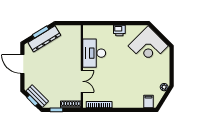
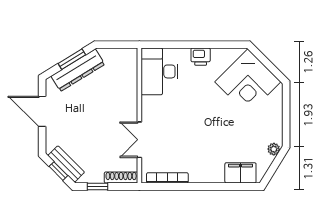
desk: (94, 53) -> (159, 71), moved
double door: (82, 81) -> (139, 140), swing flipped
filing cabinet: (149, 102) -> (240, 173), width x2.00

